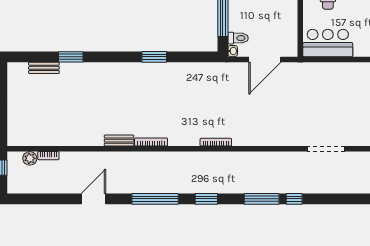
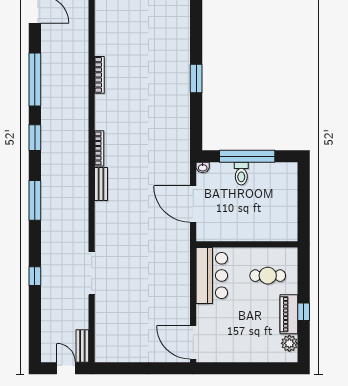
toilet: (238, 38) -> (241, 174), moved
bench: (119, 141) -> (101, 184), moved
window: (294, 199) -> (35, 276), moved

